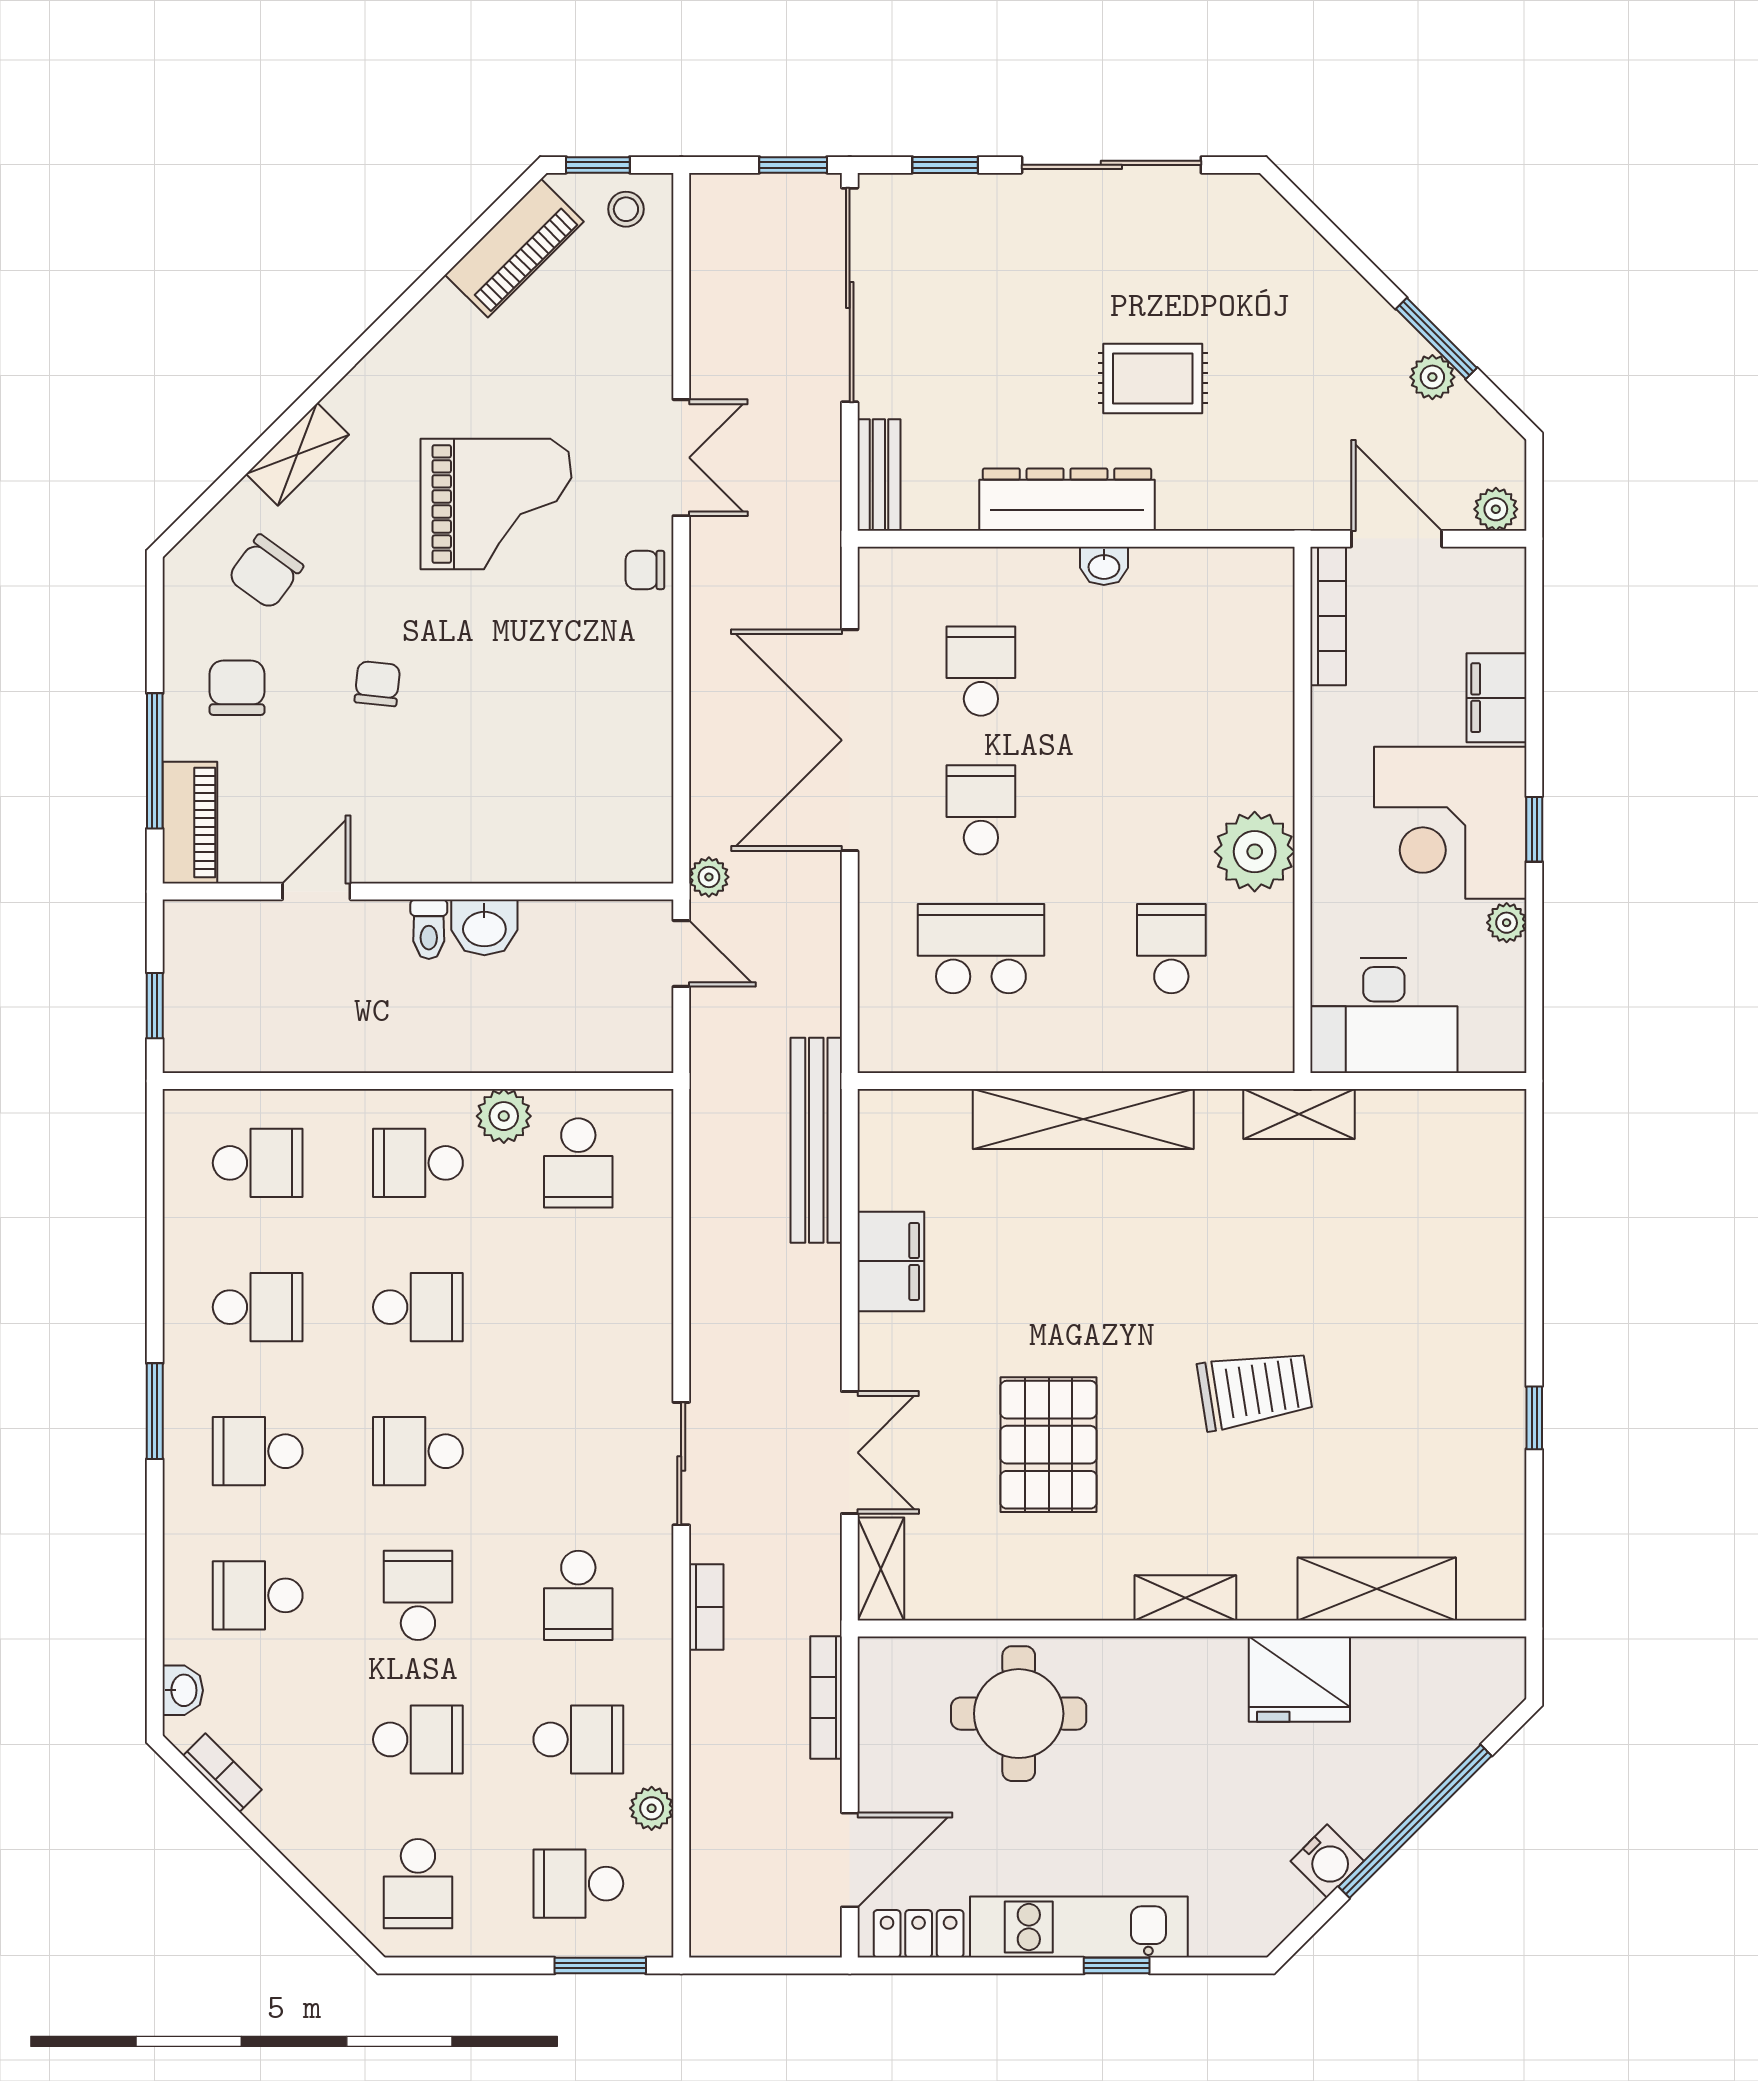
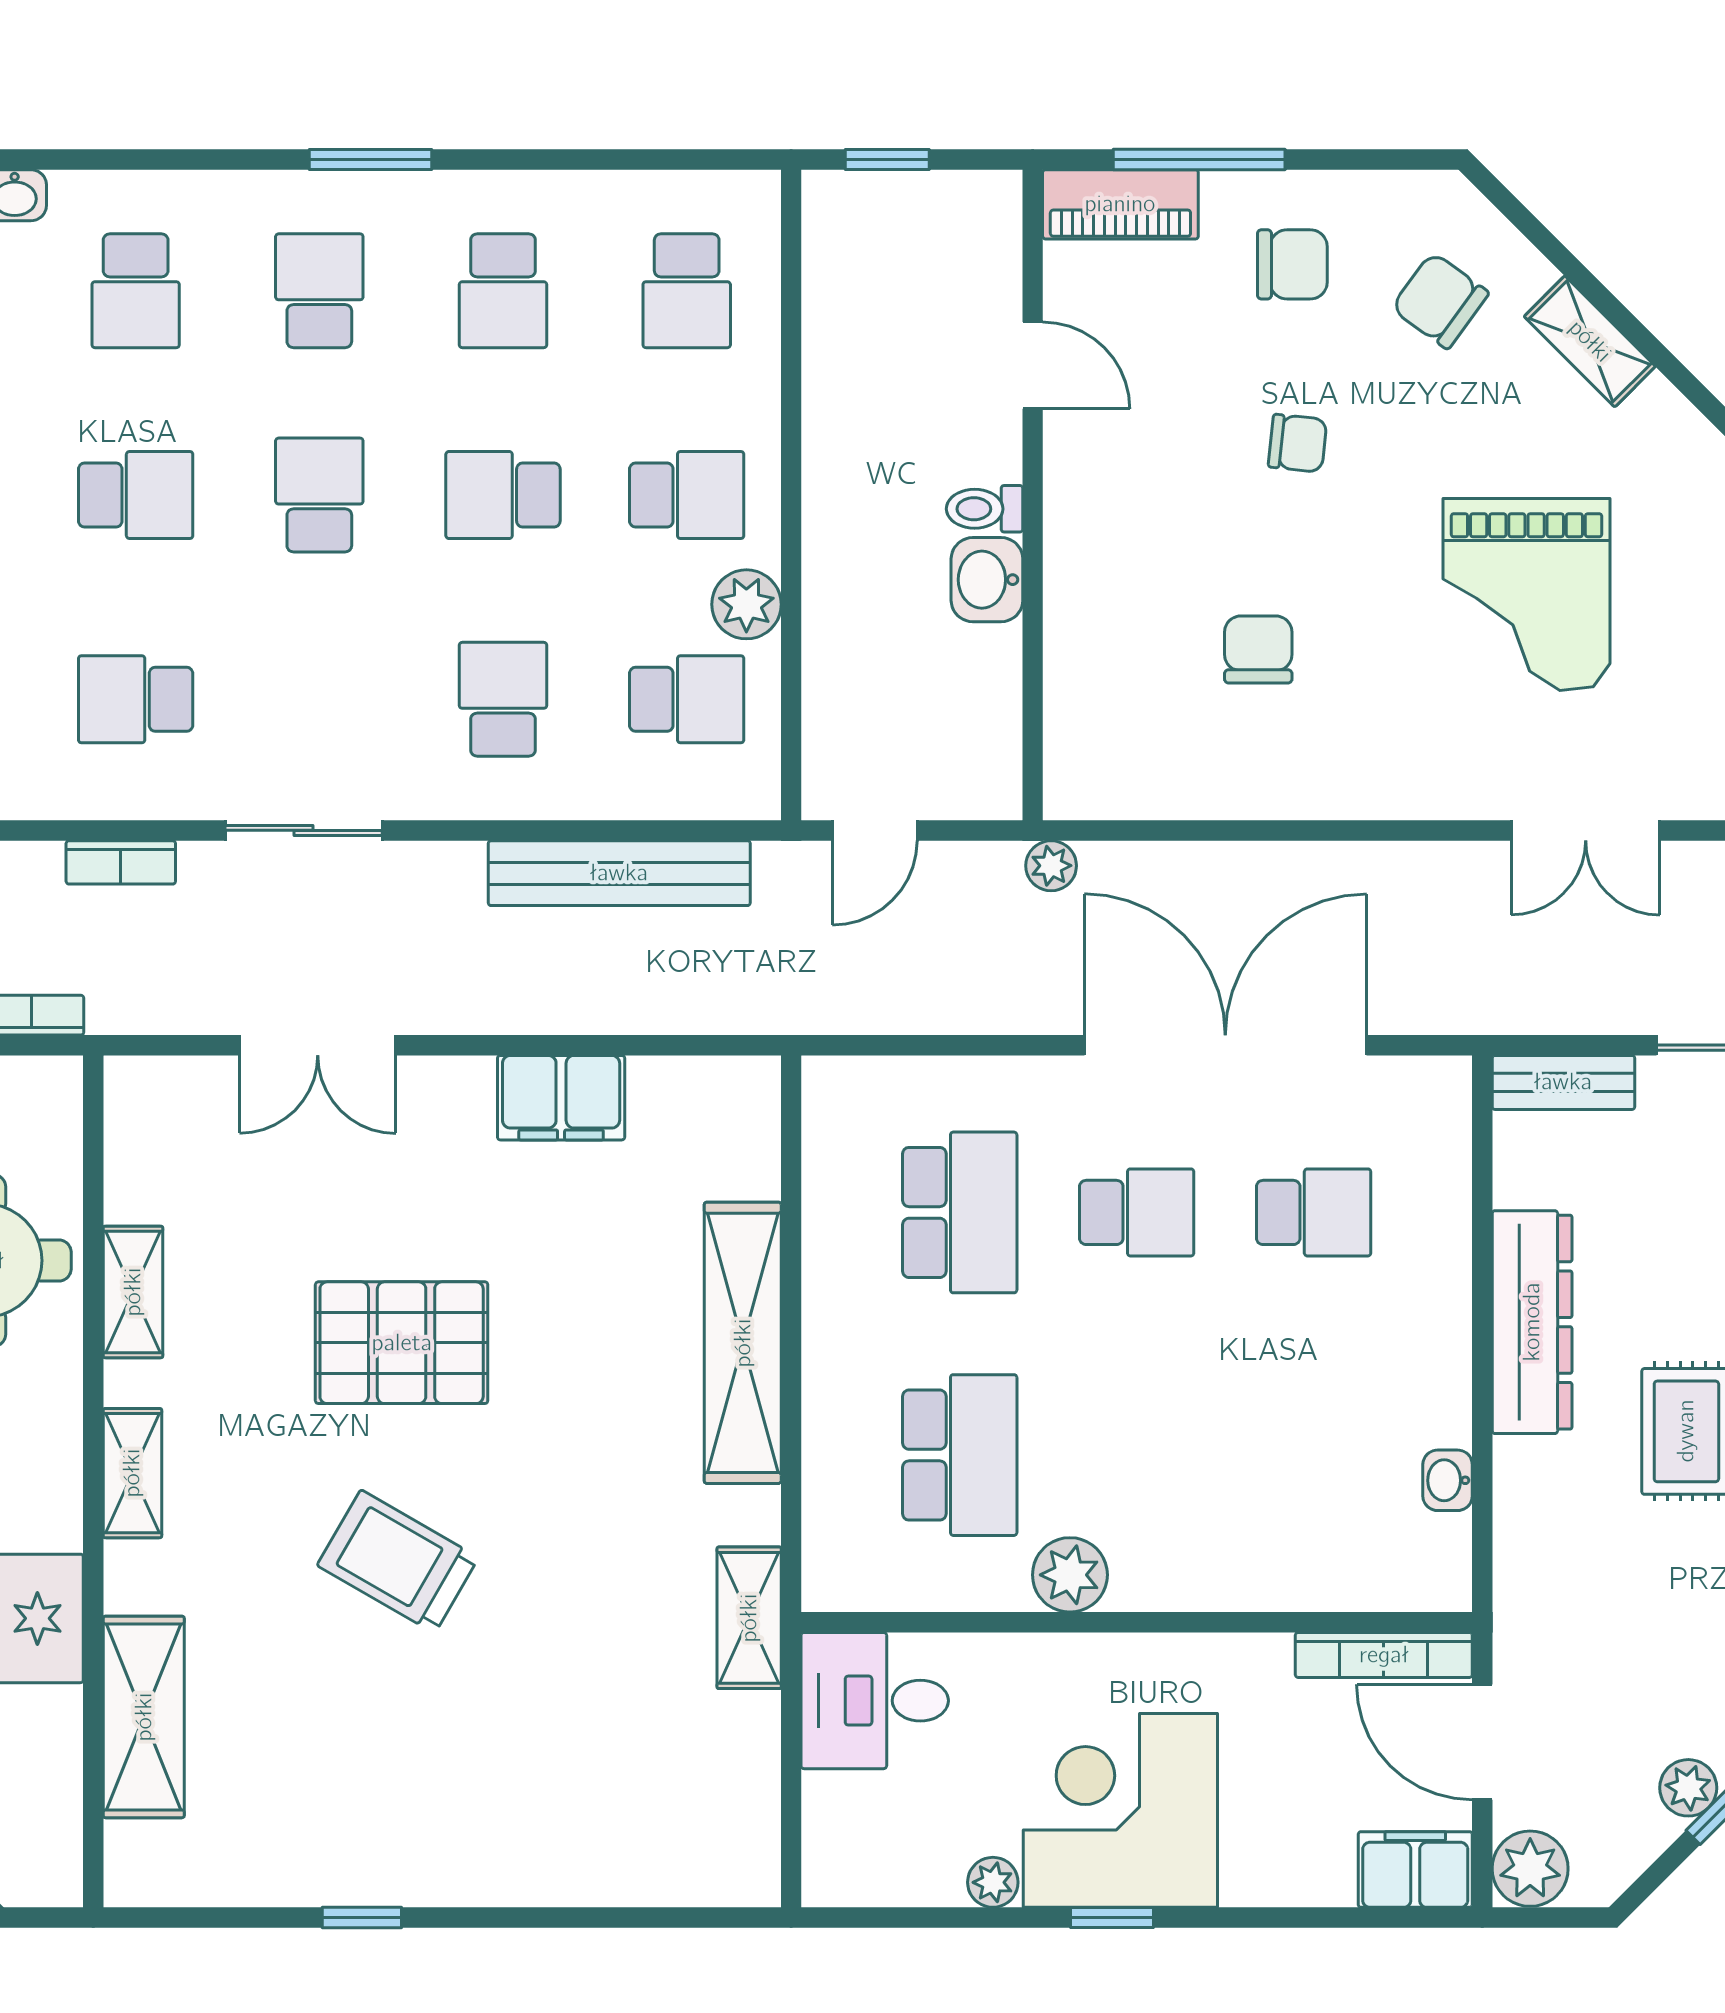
plant: (1496, 509) -> (1530, 1869), width x1.38, depth x1.38
door: (1397, 539) -> (1482, 1742), swing flipped
washbasin: (1104, 566) -> (1448, 1480), moved
chair: (645, 570) -> (1258, 649), moved, width x1.37, depth x1.37
filing cabinet: (1496, 698) -> (1415, 1869), moved
plant: (1255, 852) -> (1070, 1575), width x0.73, depth x0.73
school desk: (1171, 949) -> (960, 1455), width x1.85
door: (681, 954) -> (875, 830), moved
desk: (1384, 1015) -> (875, 1701), width x0.73
bench: (816, 1140) -> (619, 873), moved
school desk: (418, 1163) -> (687, 495), turned 90
school desk: (578, 1163) -> (687, 699), turned 180
school desk: (418, 1307) -> (503, 495), turned 90
school desk: (578, 1307) -> (503, 699), added
trolley: (1255, 1390) -> (398, 1561), turned 129
pallet: (1049, 1445) -> (402, 1343), moved
shelving: (881, 1569) -> (133, 1292), moved, turned 90
school desk: (258, 1595) -> (136, 291), turned 180

